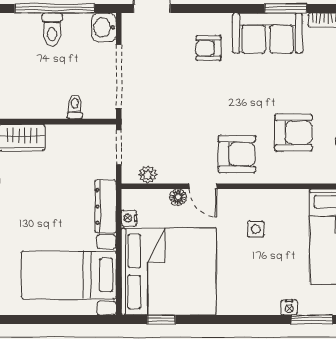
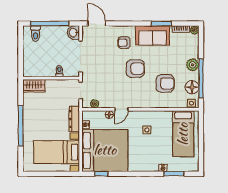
toilet: (52, 29) -> (36, 34), moved
armchair: (237, 154) -> (135, 69), moved
door: (203, 186) -> (121, 109), hinge flipped

